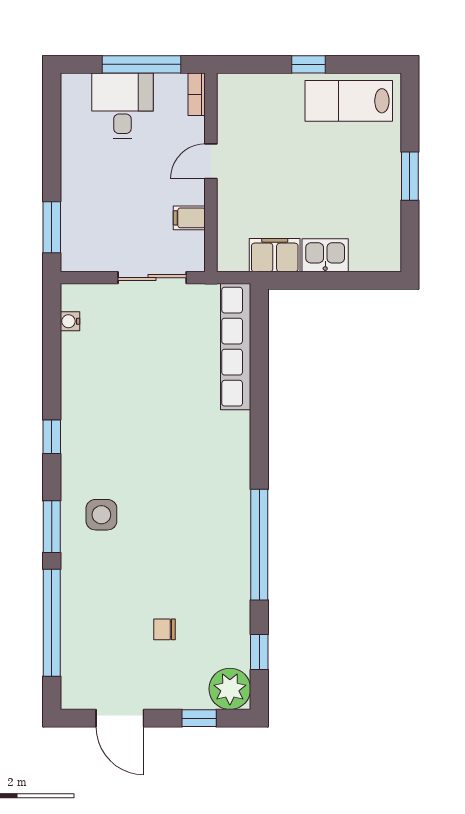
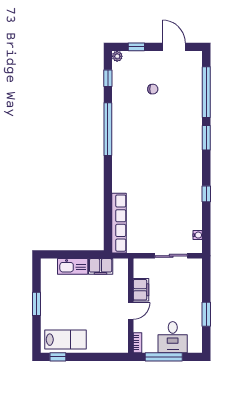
window: (308, 64) -> (58, 357), moved
filing cabinet: (189, 218) -> (141, 290), width x2.00
window: (52, 227) -> (206, 314), moved
kitchen sink: (325, 255) -> (73, 266), width x1.38
sliding door: (152, 278) -> (171, 256), moved
window: (52, 437) -> (206, 194), moved
side table: (101, 515) -> (183, 143), removed
plant: (230, 689) -> (117, 56), width x0.53, depth x0.53

